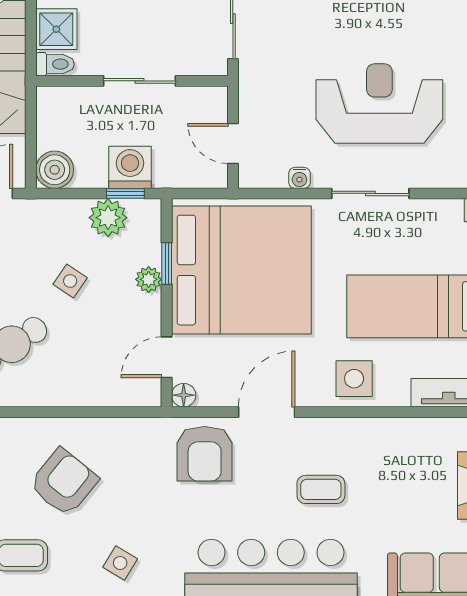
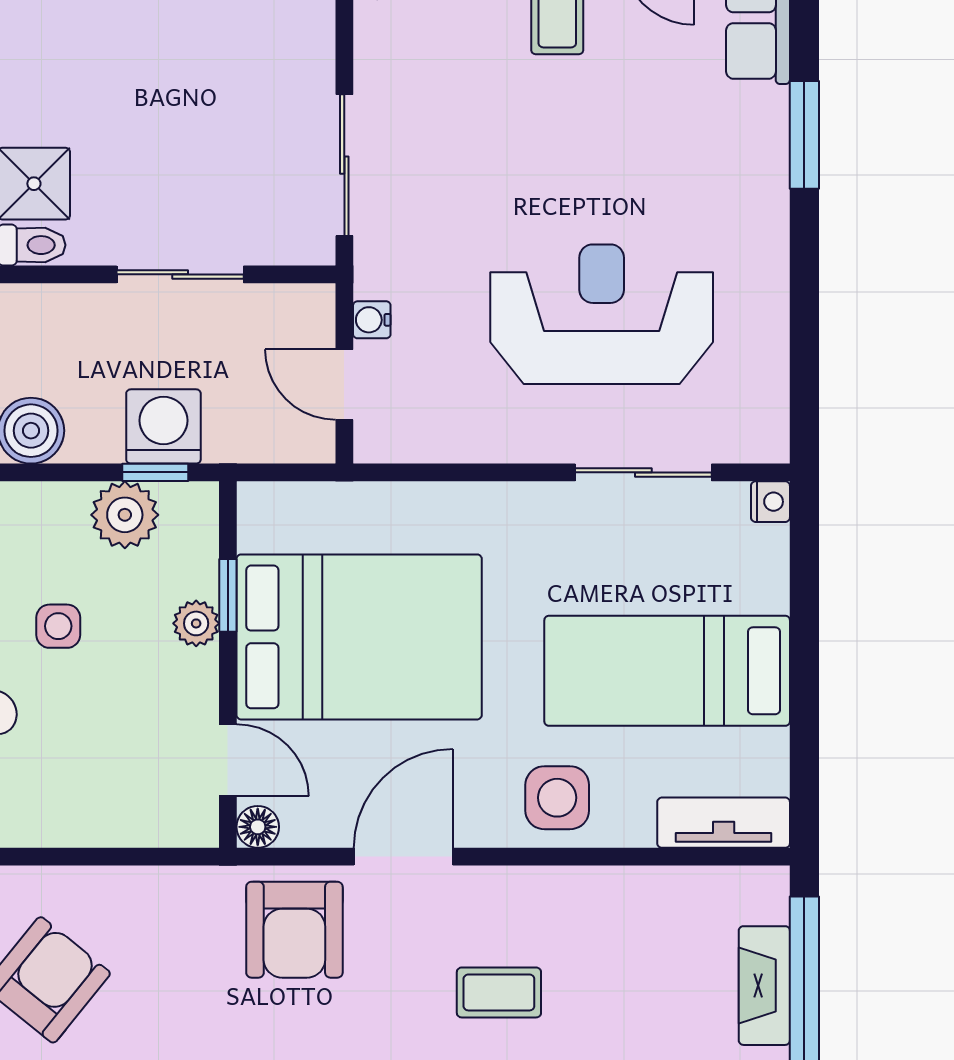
water cooler: (299, 178) -> (372, 320), moved, turned 90
sliding door: (370, 193) -> (643, 472), moved
bed: (241, 270) -> (359, 637), width x0.73
side table: (70, 281) -> (58, 626), turned -34
door: (167, 357) -> (228, 760), swing flipped

